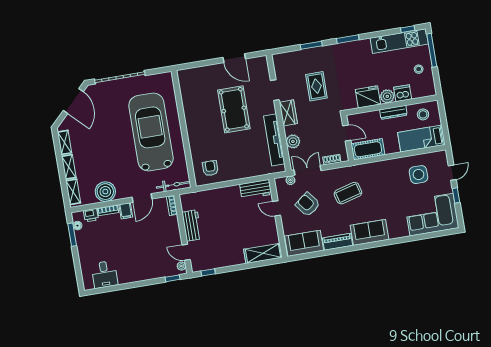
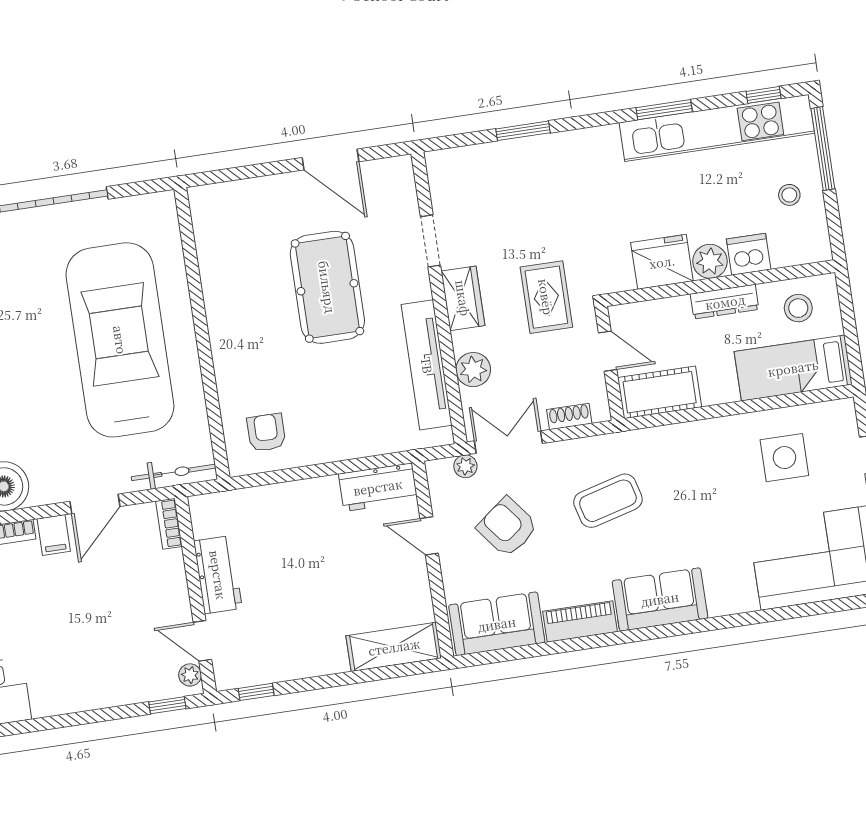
window: (348, 39) -> (664, 110), moved
kitchen unit: (399, 41) -> (717, 128), width x1.36
rug: (316, 86) -> (546, 297), moved

